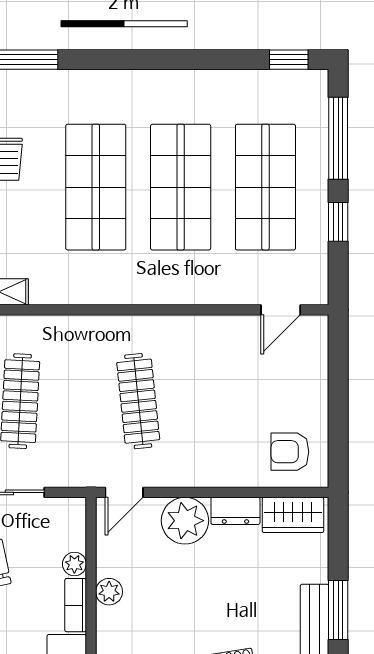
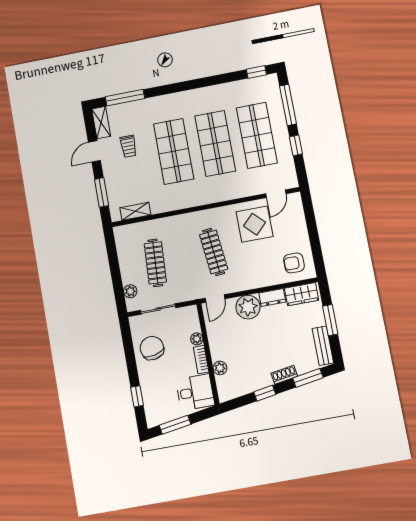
display table: (228, 362) -> (254, 224), added
plant: (109, 592) -> (220, 368), moved
window: (338, 610) -> (330, 320), moved

